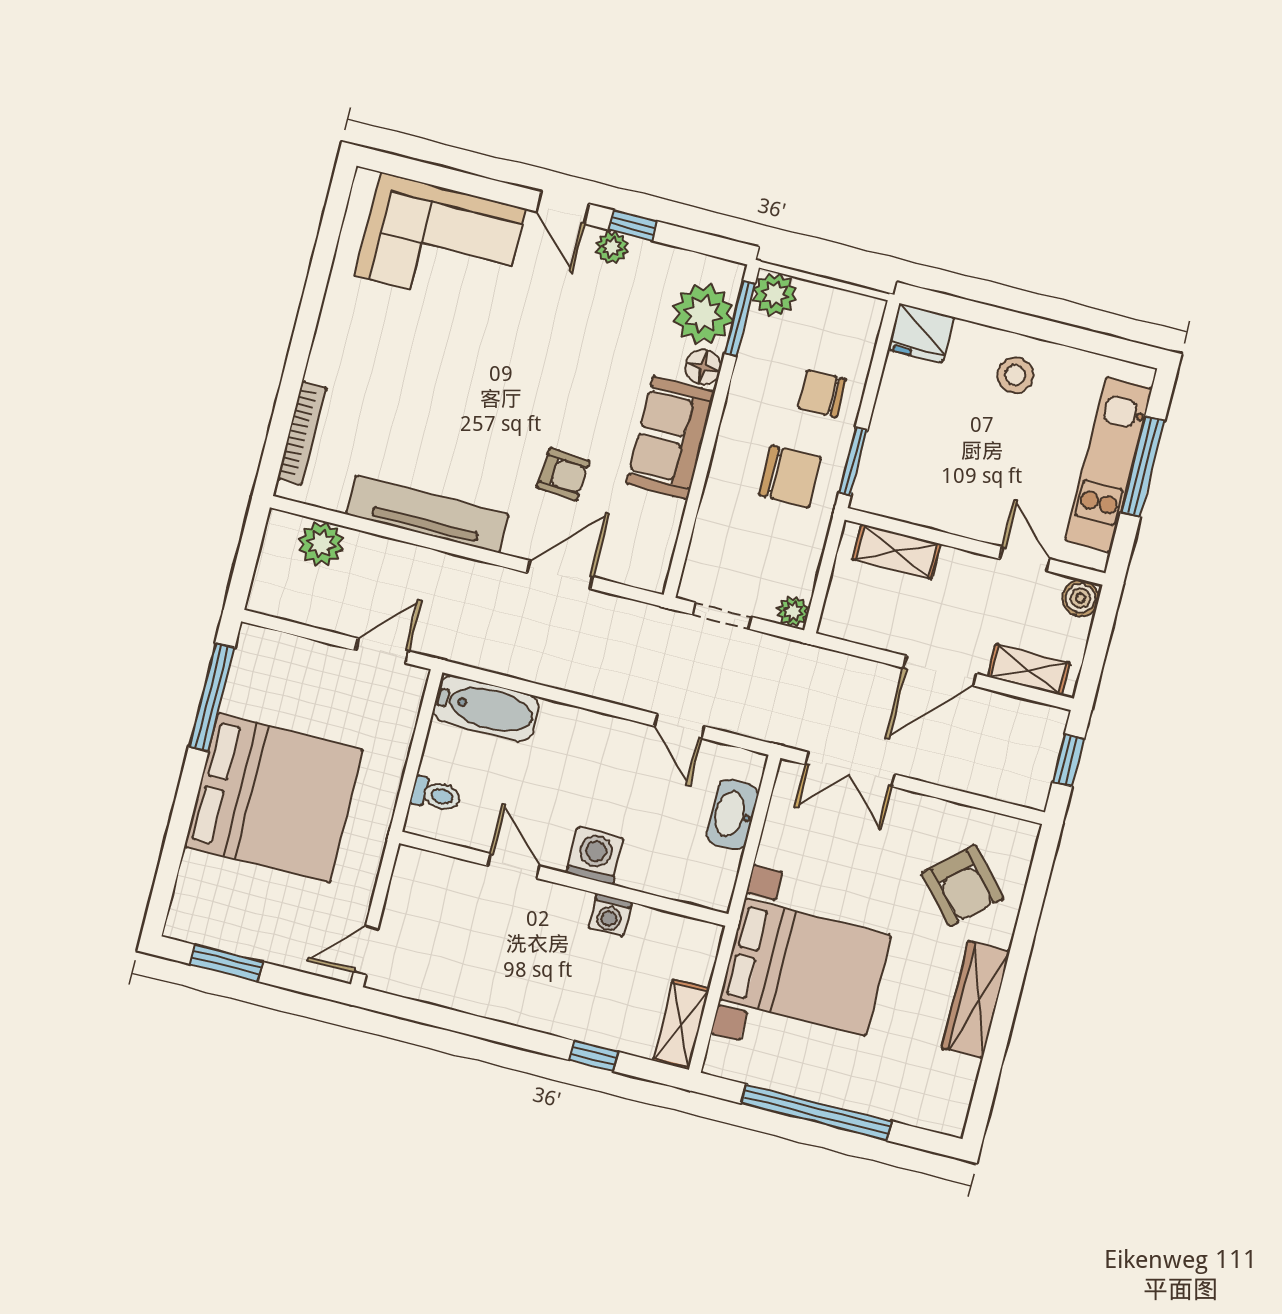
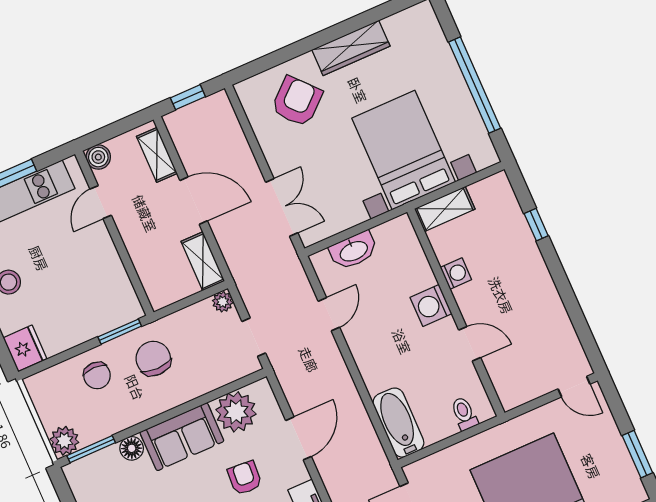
plant: (703, 314) -> (236, 412), moved
shelving: (897, 551) -> (203, 261), moved
door: (560, 575) -> (299, 438), swing flipped
door: (514, 866) -> (470, 344), swing flipped
shelving: (681, 1025) -> (445, 209), moved

